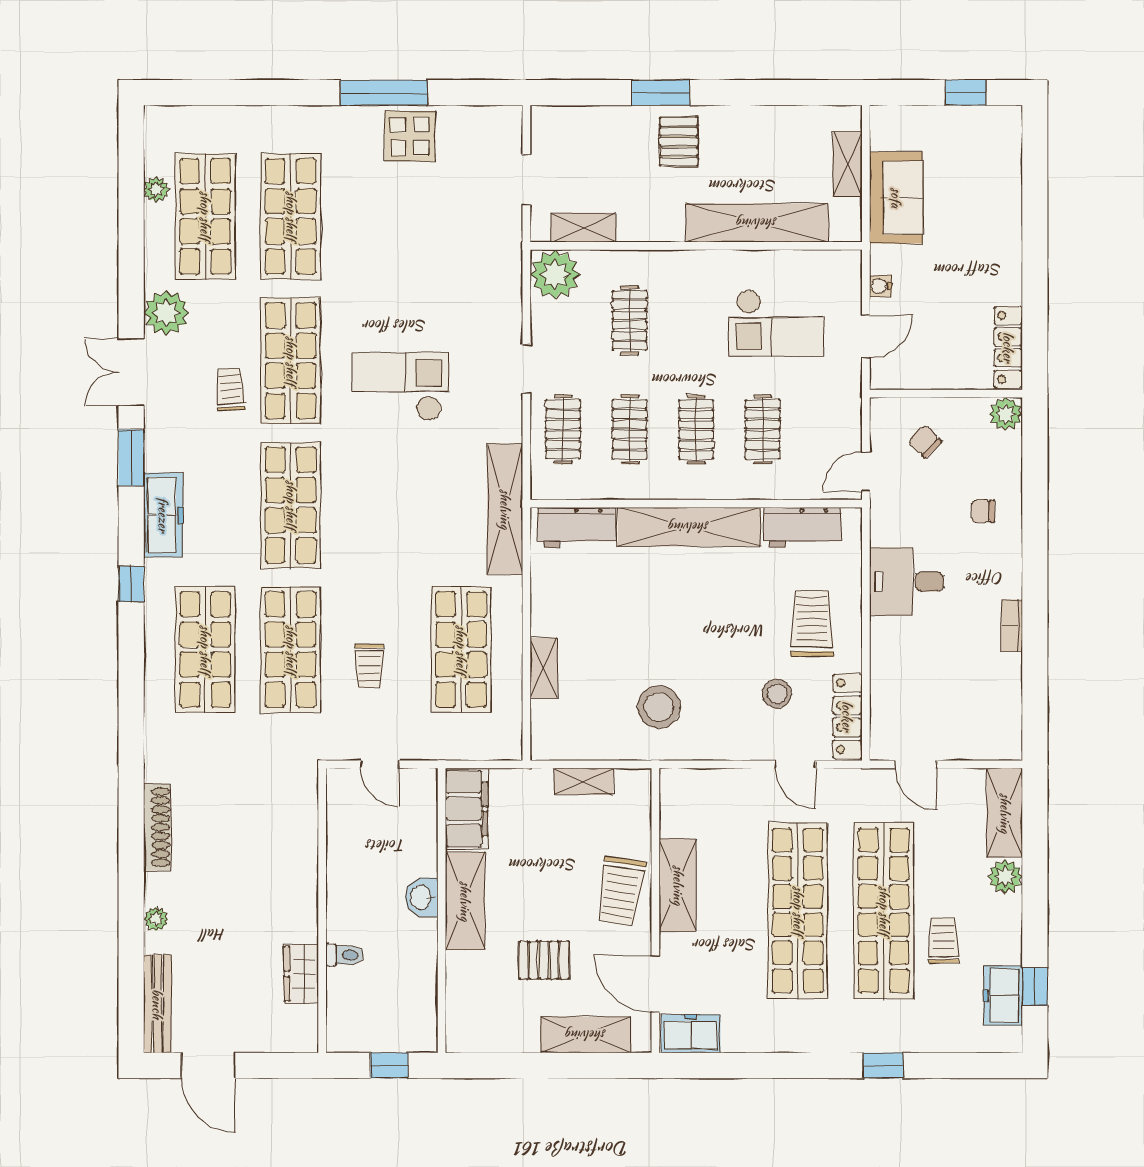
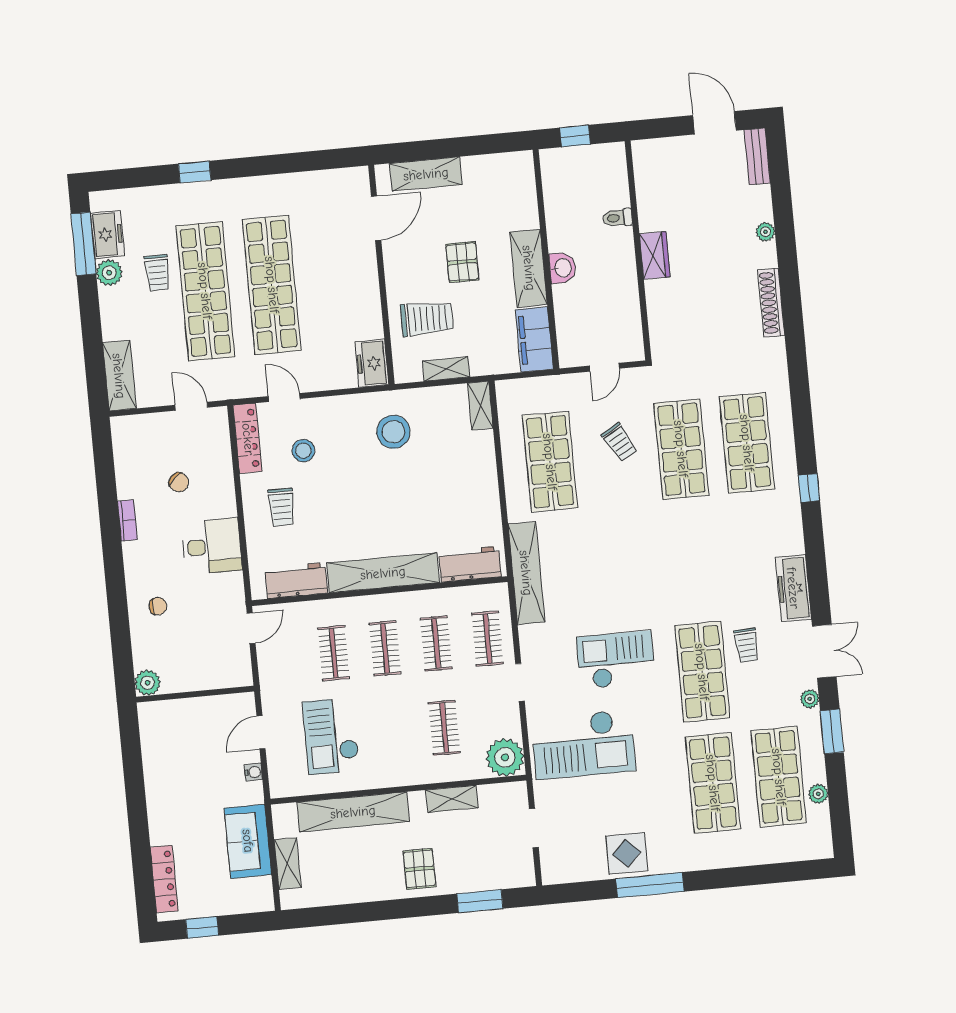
window: (661, 93) -> (480, 901), moved
shelving: (584, 228) -> (452, 799), moved
checkout: (452, 282) -> (583, 744), added
plant: (166, 313) -> (810, 699), width x0.53, depth x0.53
checkout: (776, 323) -> (331, 736), turned -90
locker: (1008, 347) -> (164, 879), moved
checkout: (400, 387) -> (616, 660), turned 180
chair: (925, 442) -> (179, 482), moved
window: (131, 458) -> (832, 731), moved
shop shelf: (291, 505) -> (692, 560), removed
freezer: (163, 515) -> (793, 588), moved
trolley: (812, 624) -> (282, 507), width x0.73, depth x0.72
trolley: (369, 666) -> (620, 442), turned 150
shelving: (544, 668) -> (480, 406), moved
door: (380, 764) -> (604, 367), swing flipped
plant: (1005, 877) -> (109, 273), moved
shelving: (678, 885) -> (366, 296), removed
trolley: (621, 891) -> (427, 318), moved, turned 81
pallet: (544, 960) -> (462, 262), moved, turned 90
wardrobe: (301, 974) -> (655, 255), moved
door: (655, 984) -> (376, 218), hinge flipped
window: (1035, 986) -> (83, 244), width x2.17
bench: (157, 1004) -> (757, 156), width x0.73
freezer: (691, 1034) -> (372, 363), moved, turned 90

